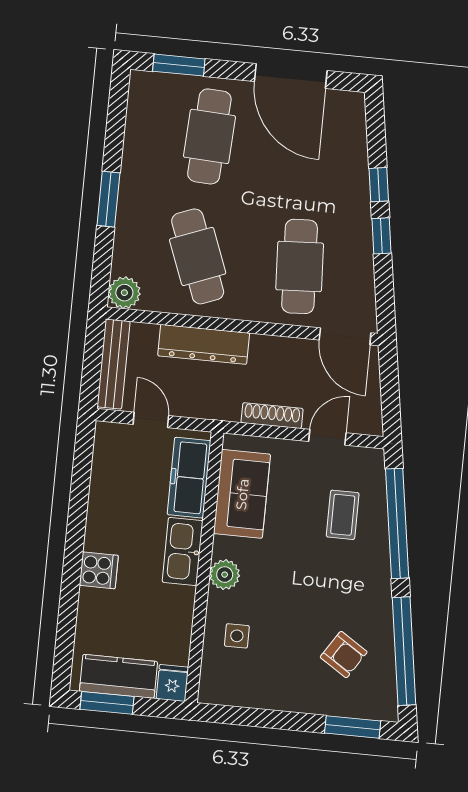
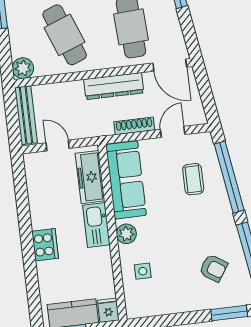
dresser: (204, 344) -> (114, 86), moved
sofa: (242, 494) -> (126, 180), width x1.36
cooker: (99, 570) -> (45, 245), width x1.36

